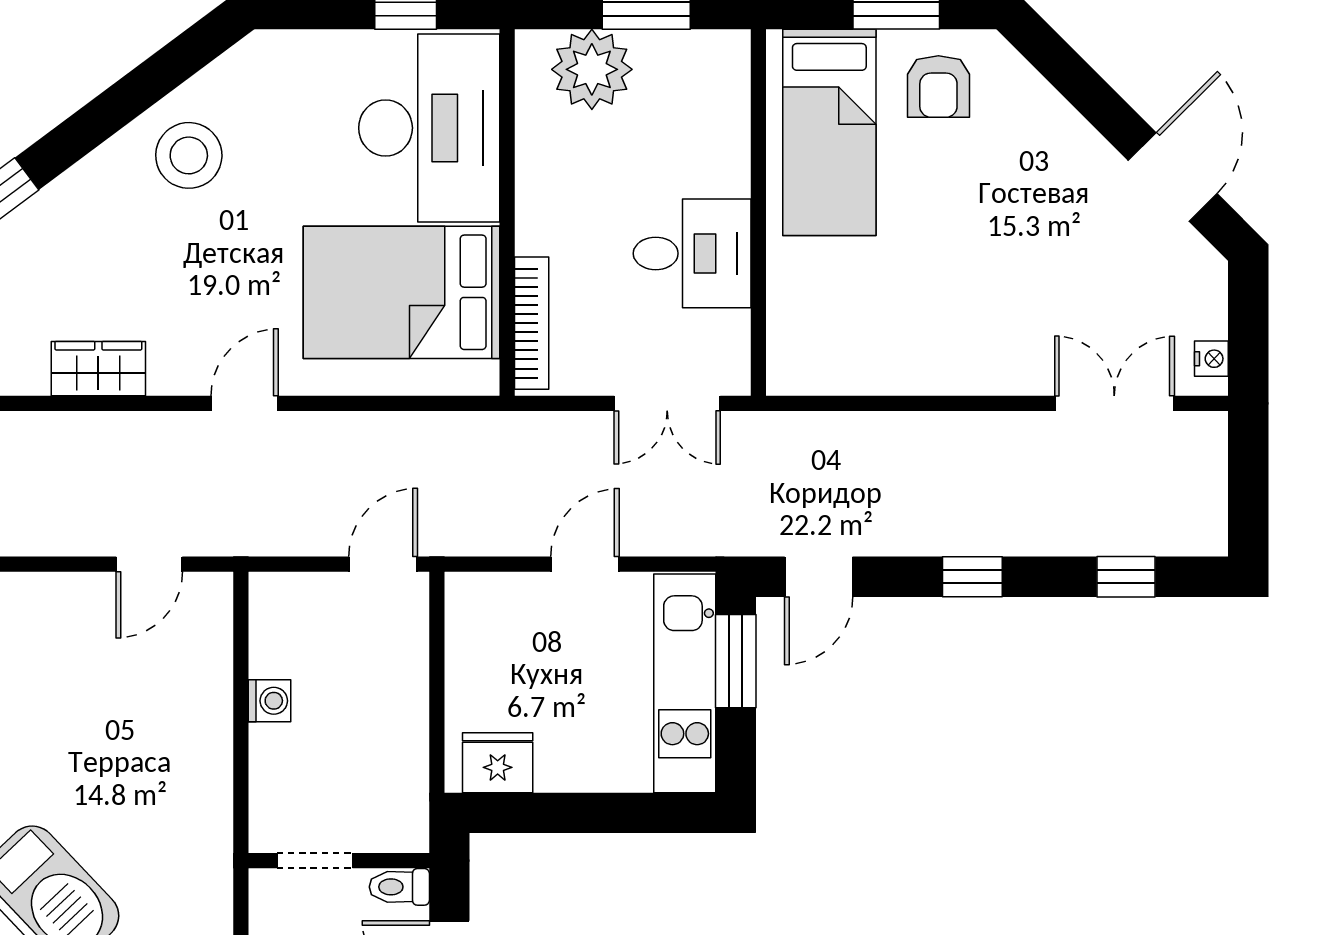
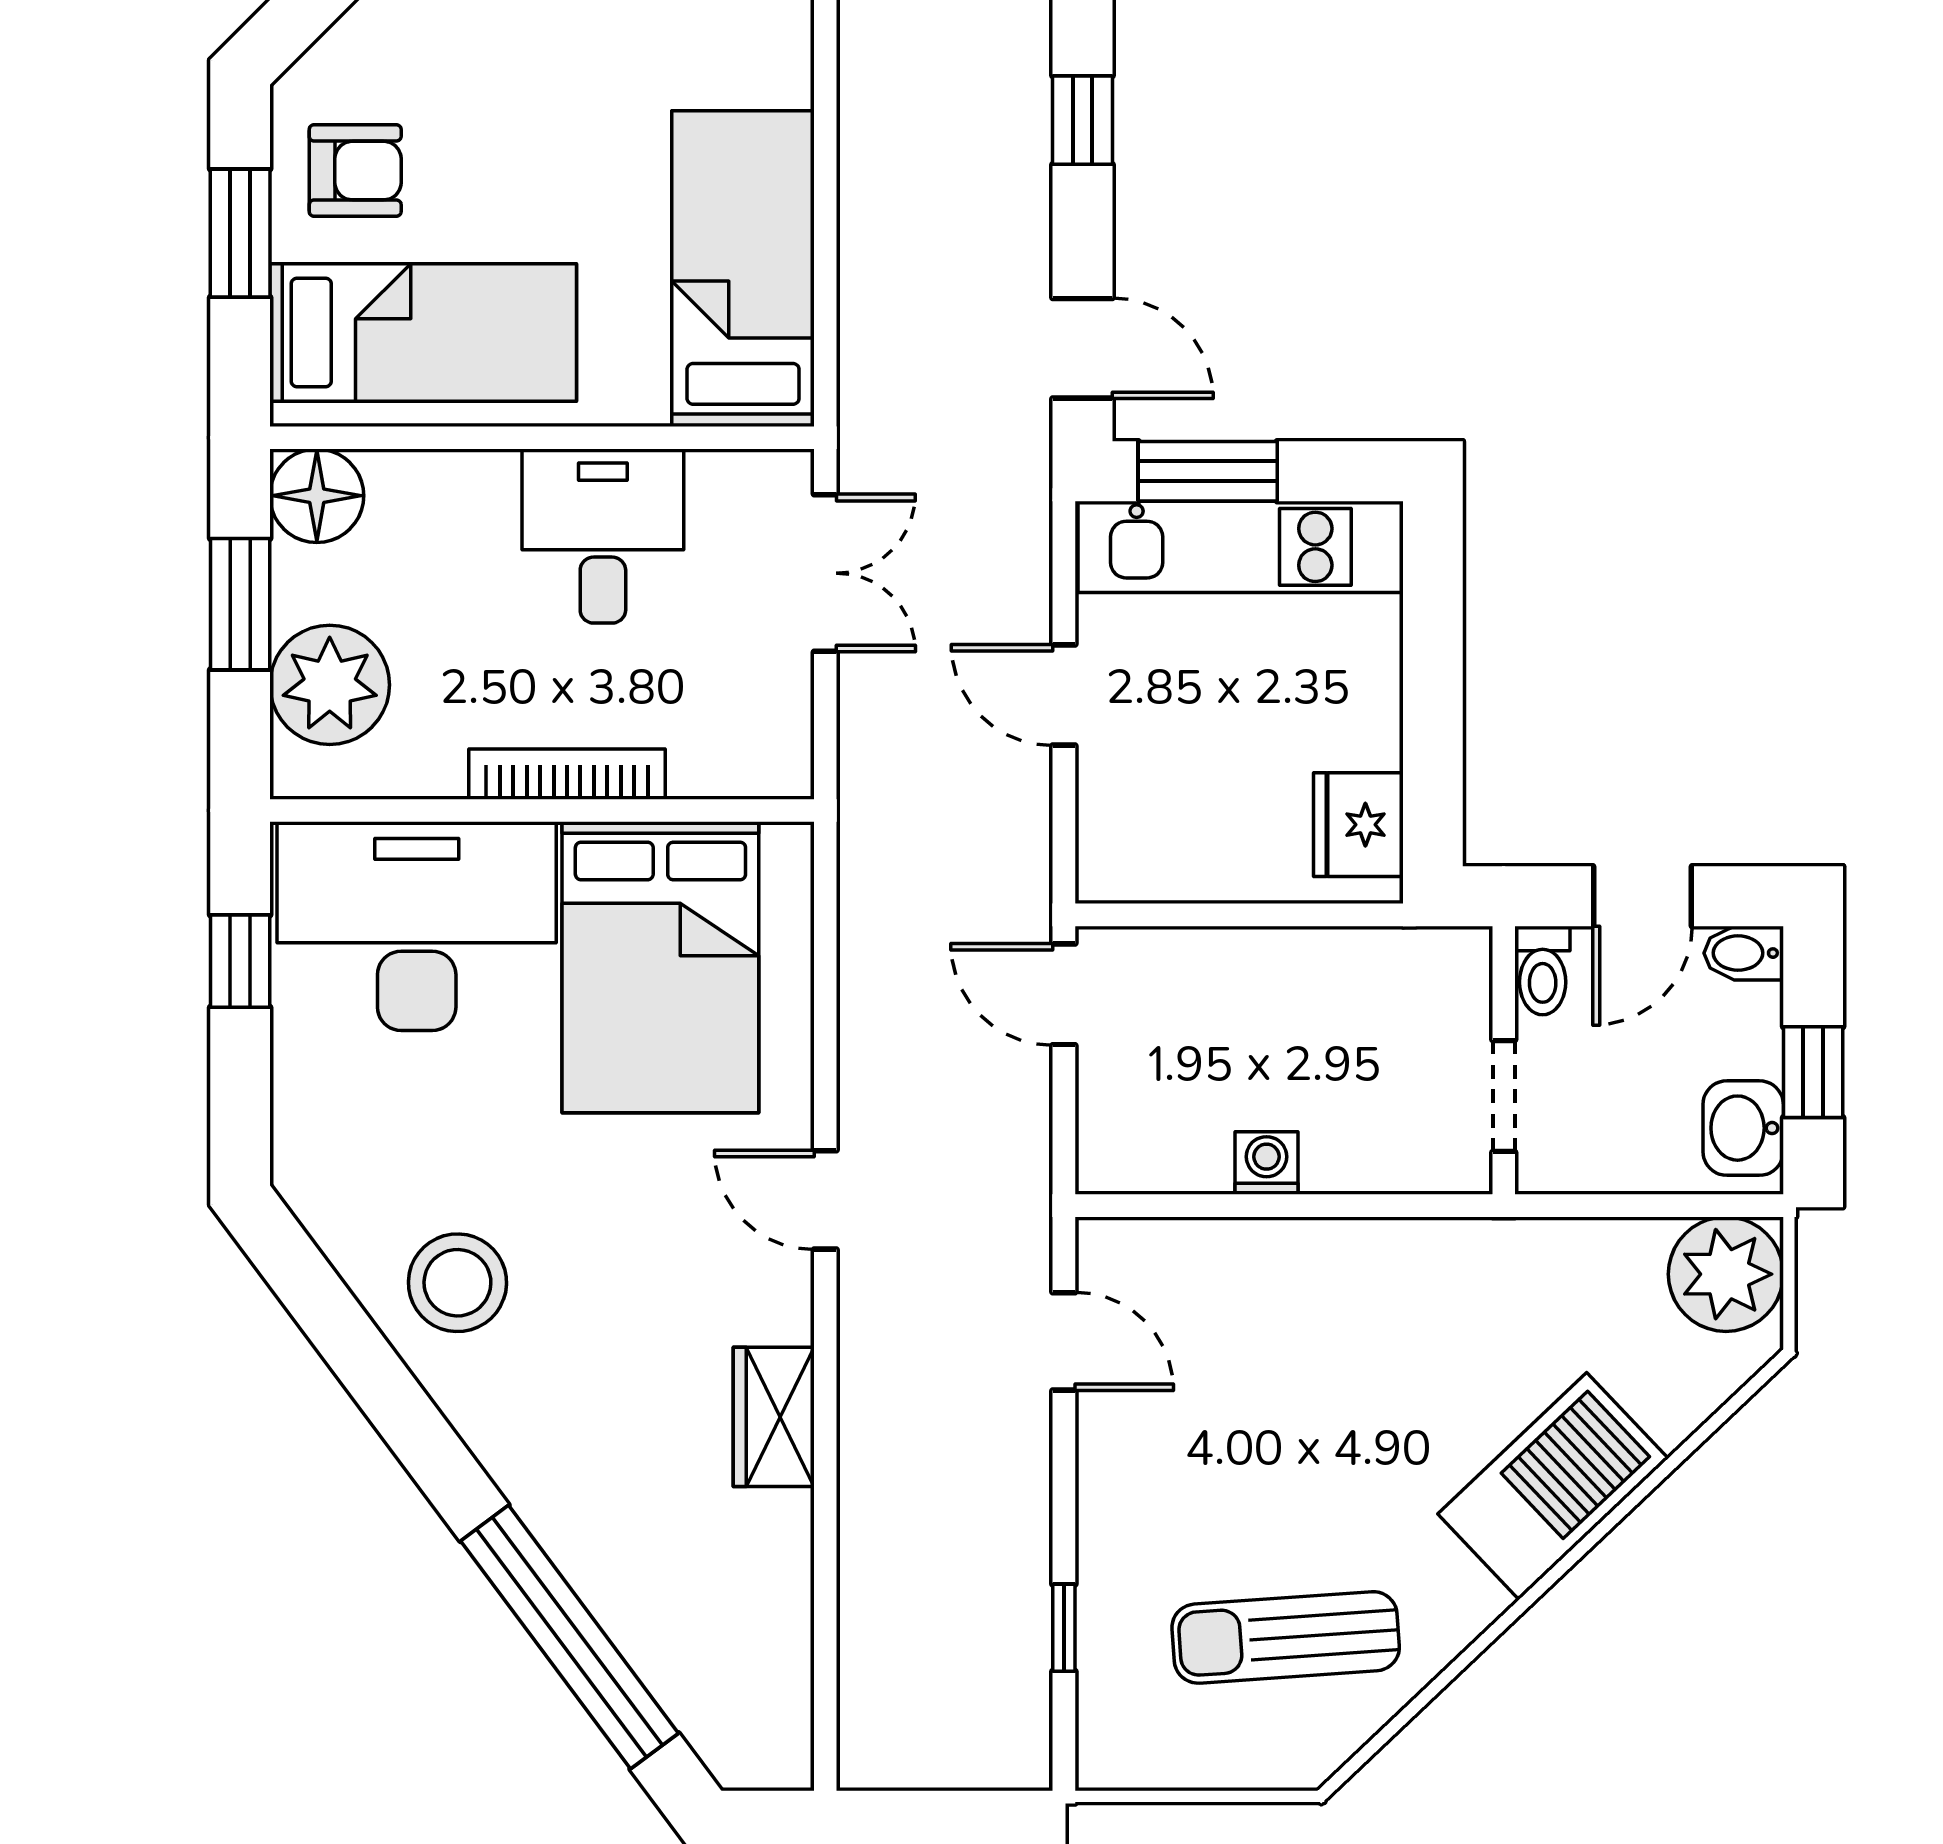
floor lamp: (719, 61) -> (317, 496), added
bookcase: (532, 323) -> (567, 774), moved
bed: (872, 348) -> (743, 269), added

